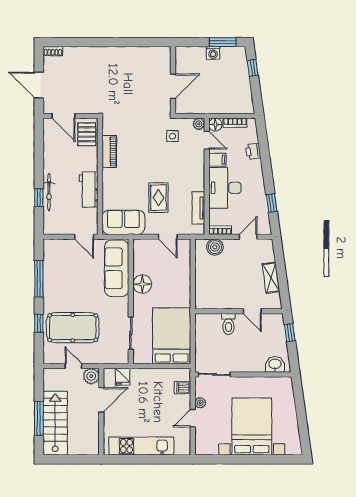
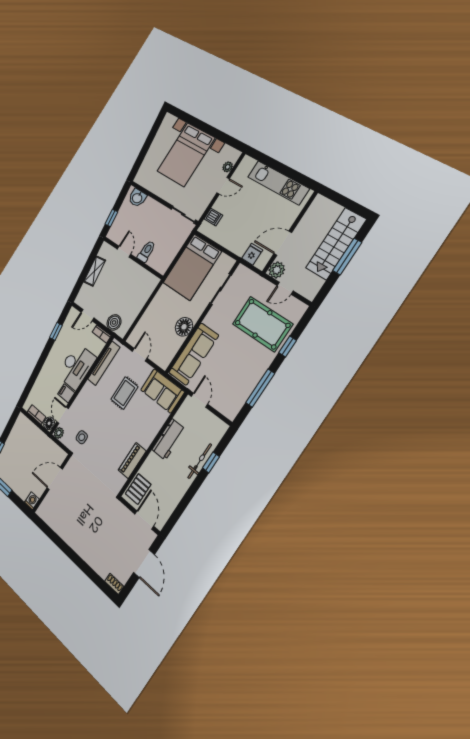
washing machine: (213, 53) -> (32, 501), moved
printer: (253, 151) -> (40, 382), removed
tv unit: (198, 208) -> (104, 363), width x1.41
door: (73, 366) -> (285, 288), hinge flipped
plant: (200, 403) -> (228, 167), moved

